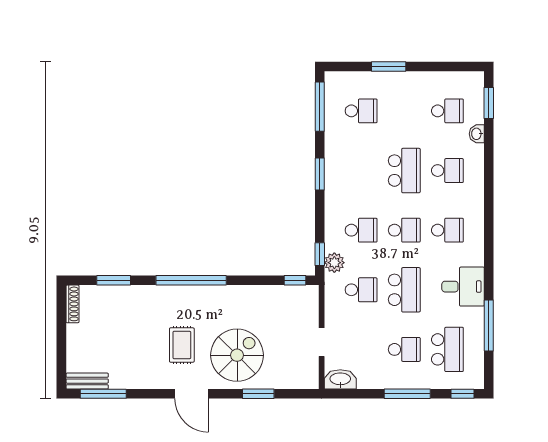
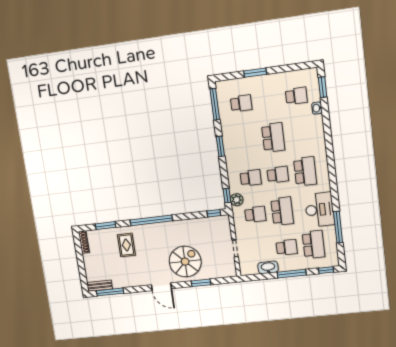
school desk: (447, 171) -> (301, 134), removed
school desk: (447, 230) -> (305, 171), width x1.85
desk: (463, 287) -> (319, 210), width x1.37
rug: (182, 345) -> (126, 245), moved
washbasin: (340, 379) -> (268, 267), moved

